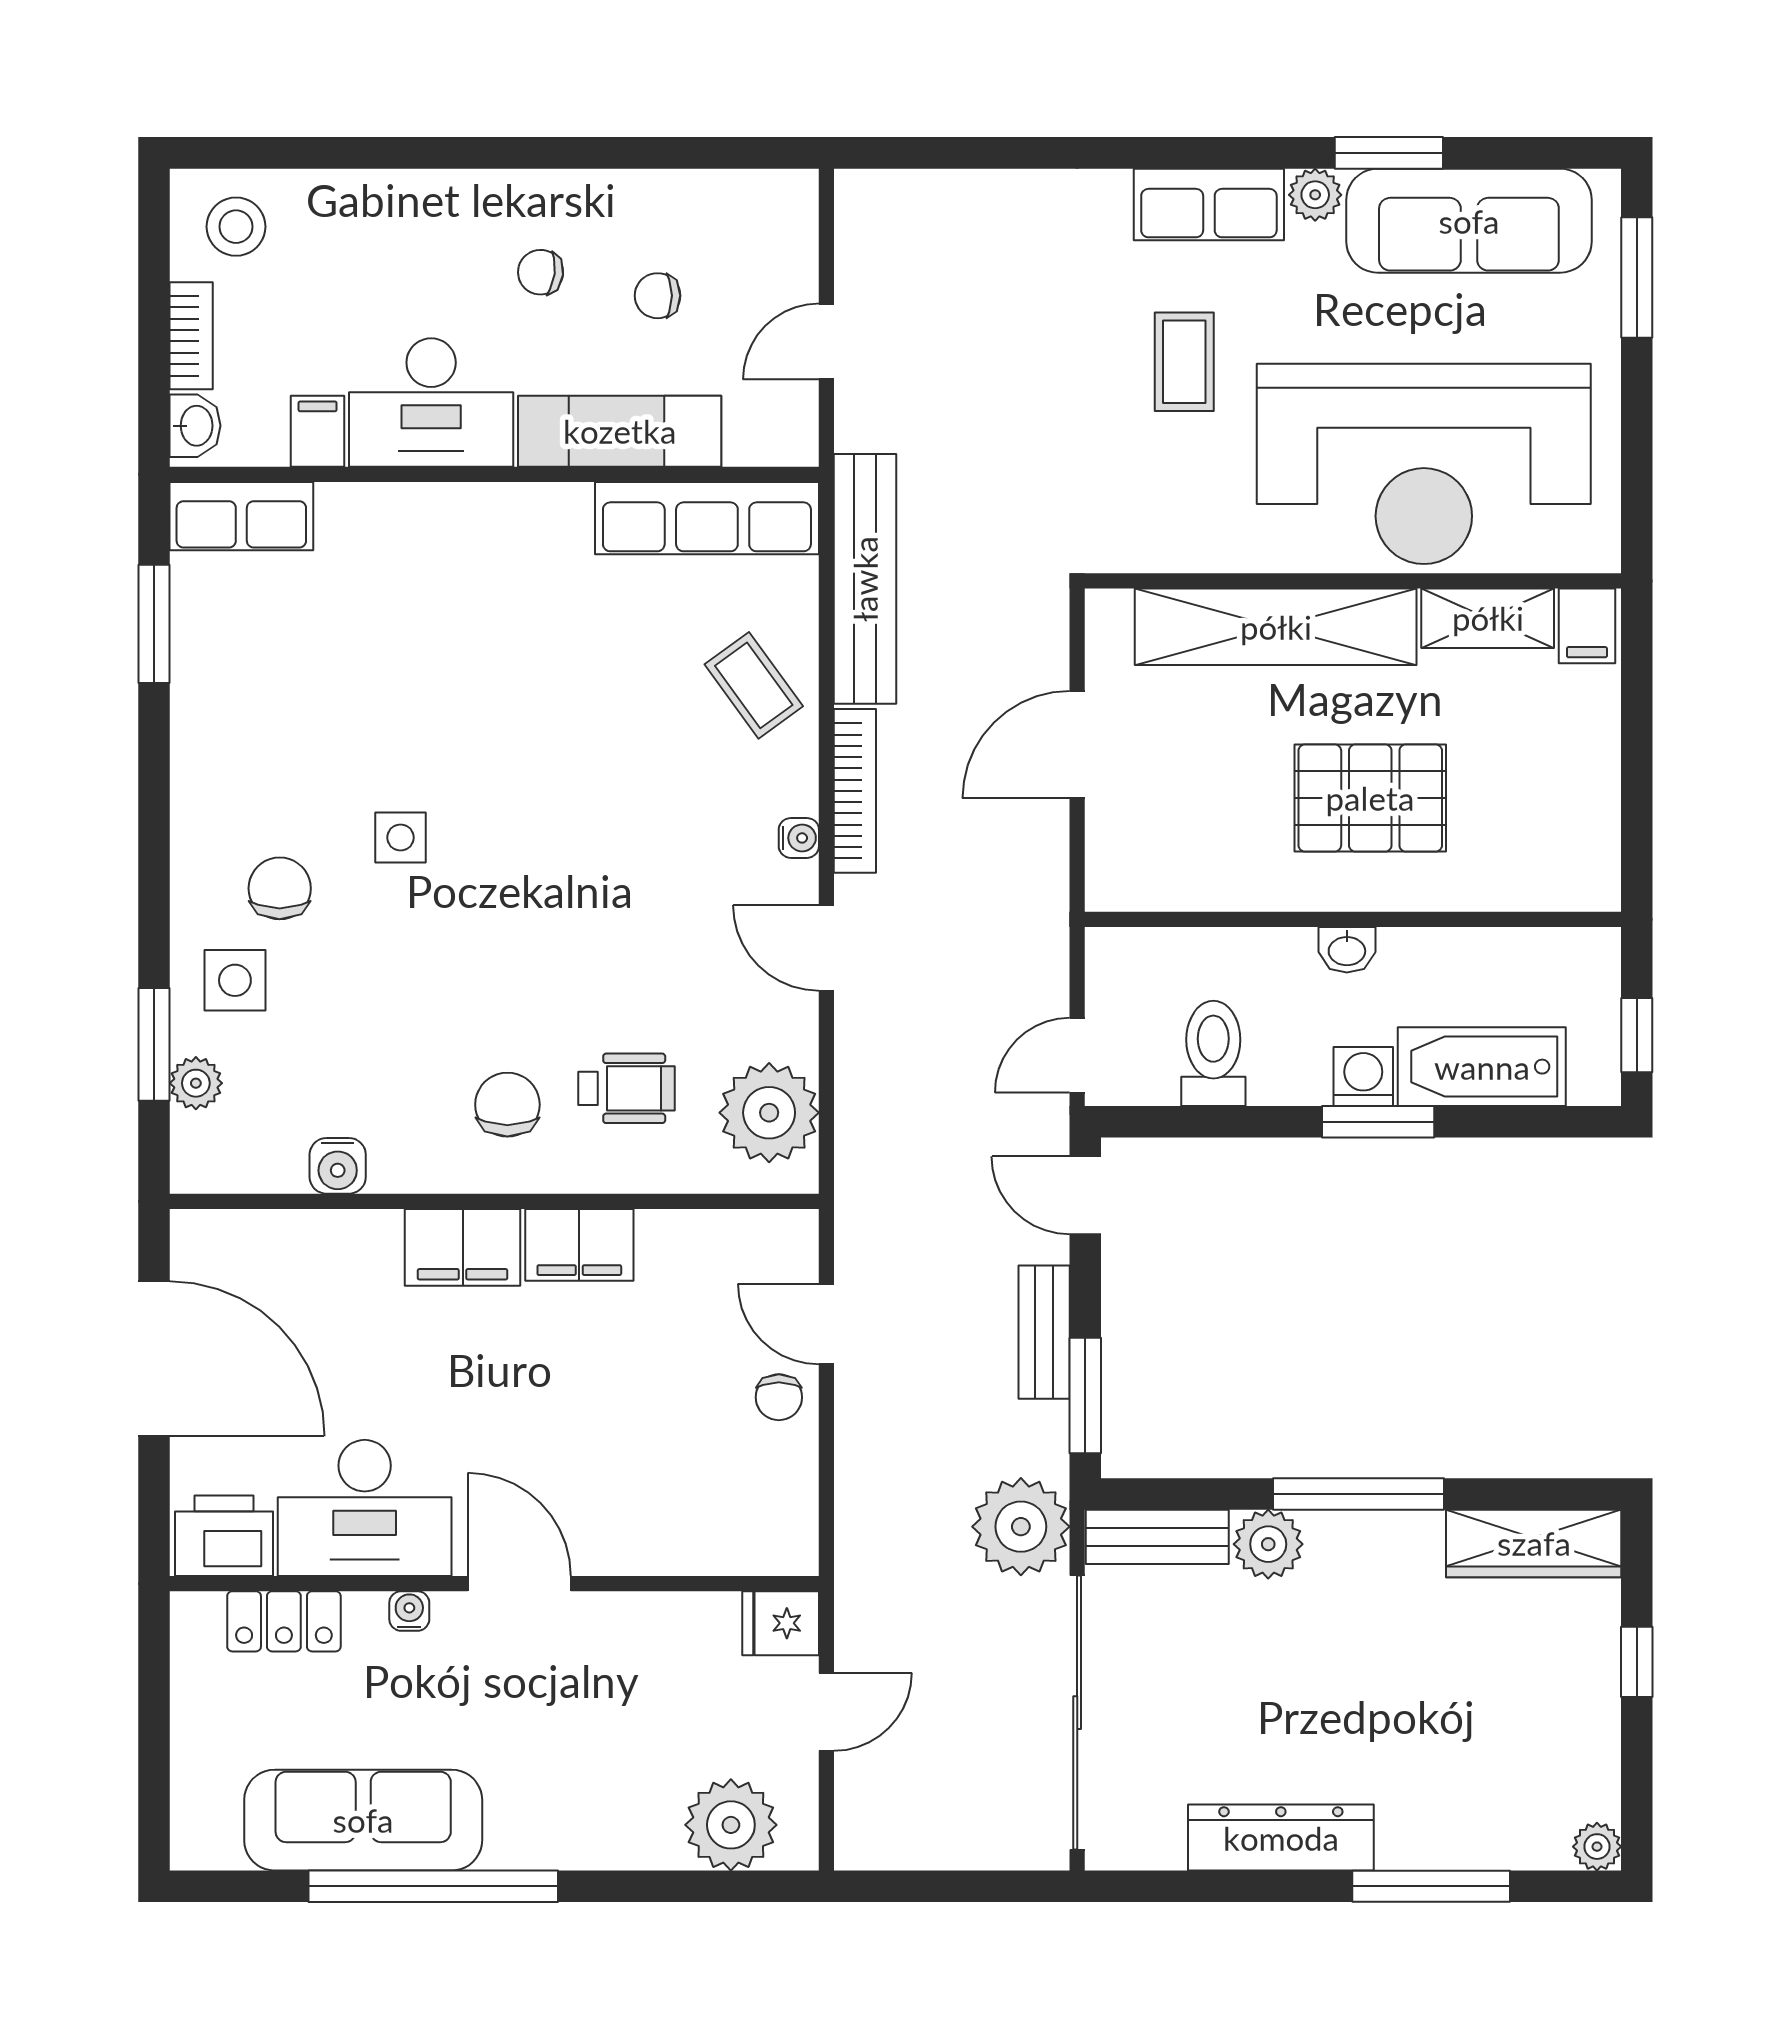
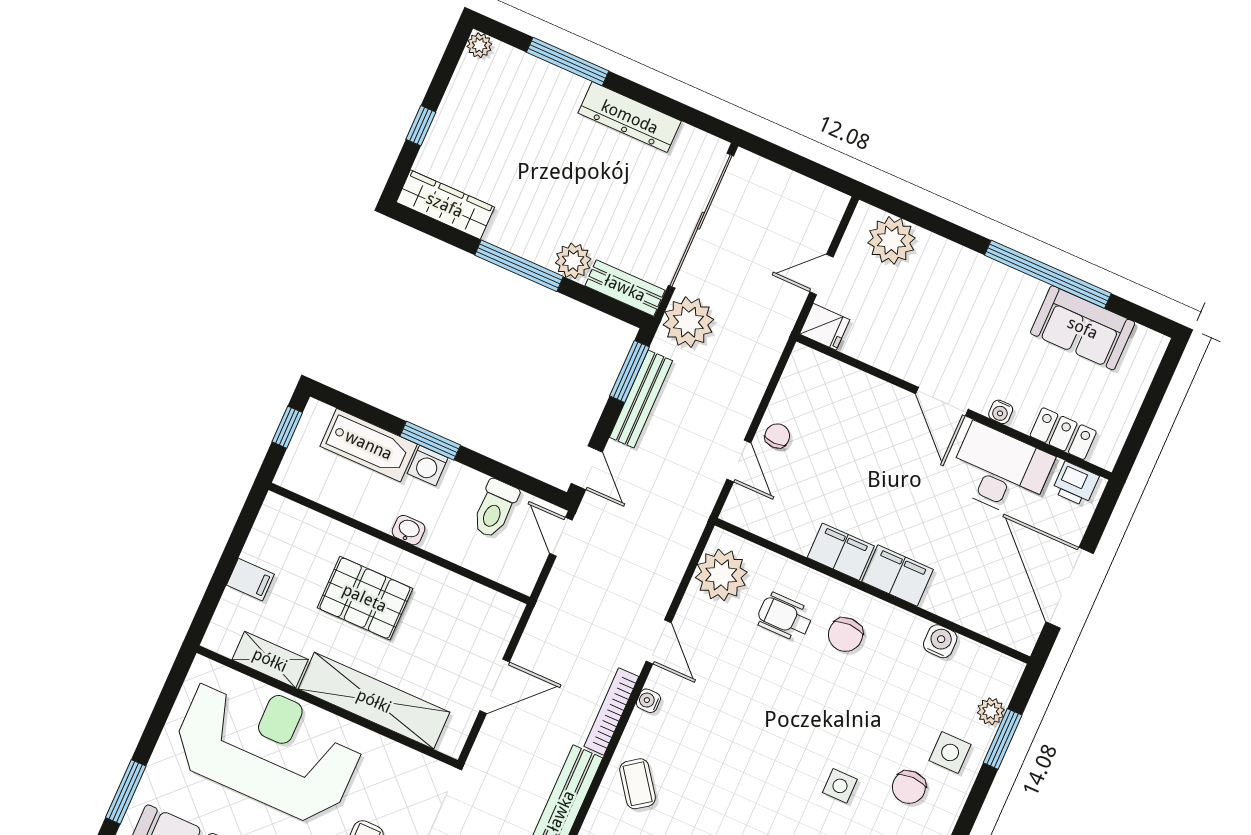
filing cabinet: (1587, 626) -> (250, 580), moved, turned 90
door: (1077, 1055) -> (561, 537), swing flipped
bench: (1044, 1332) -> (641, 399), width x1.36
printer: (224, 1536) -> (1075, 484), width x0.73, depth x0.81
sofa: (363, 1820) -> (1083, 328), width x0.73

